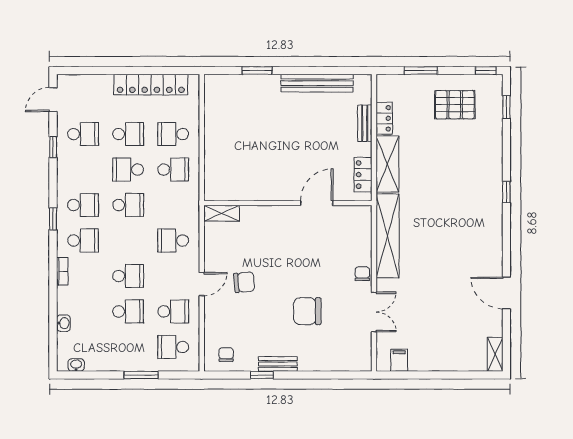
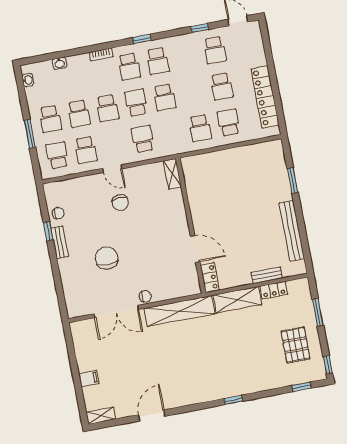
school desk: (128, 170) -> (136, 103), moved
locker: (363, 175) -> (210, 278), moved, turned 90
double door: (374, 312) -> (116, 312), width x1.37
school desk: (128, 347) -> (50, 119), added
chair: (226, 355) -> (58, 213), moved
filing cabinet: (399, 360) -> (89, 378), moved

